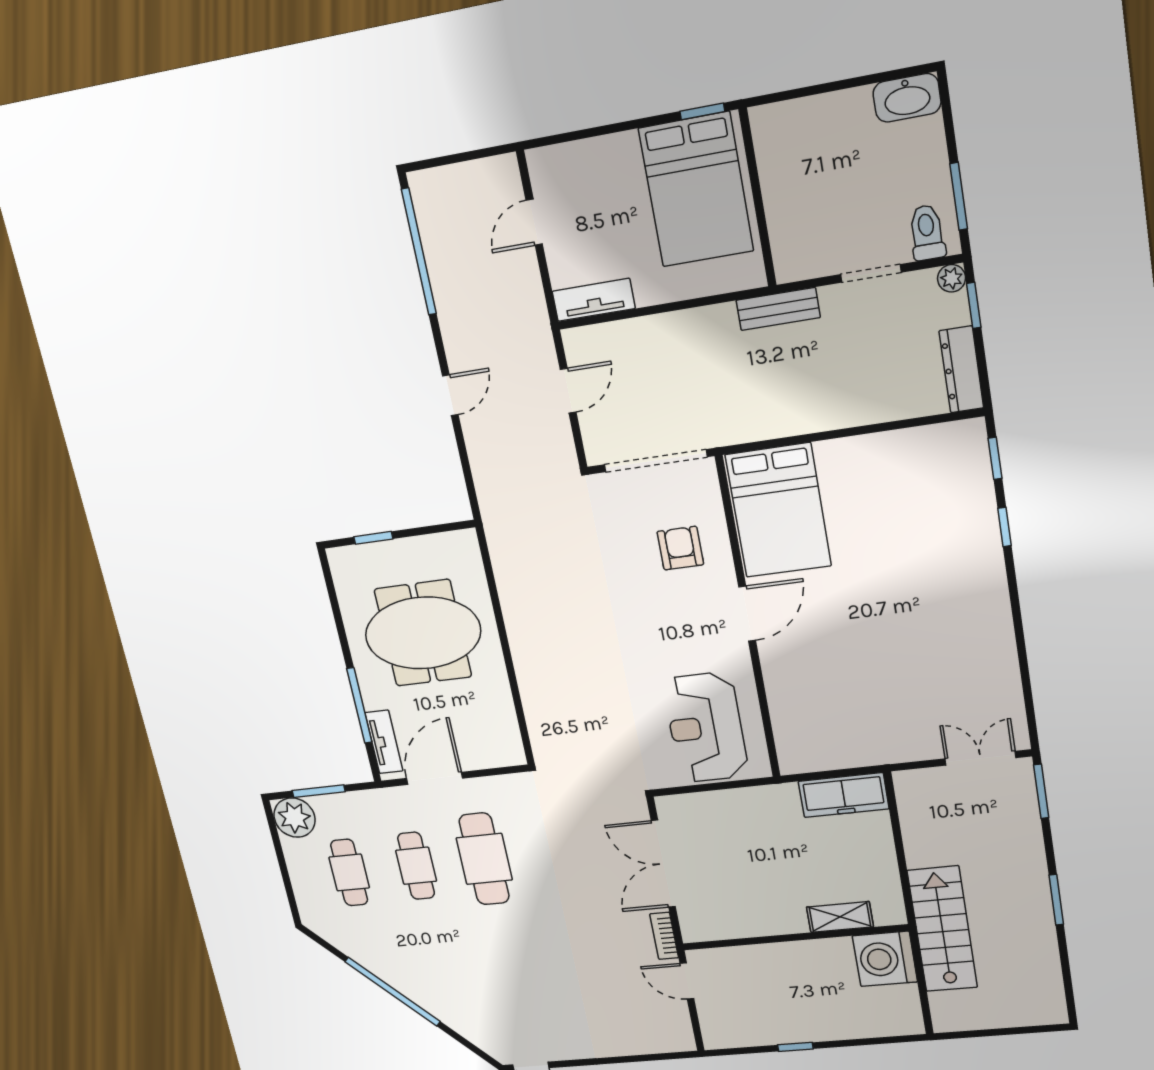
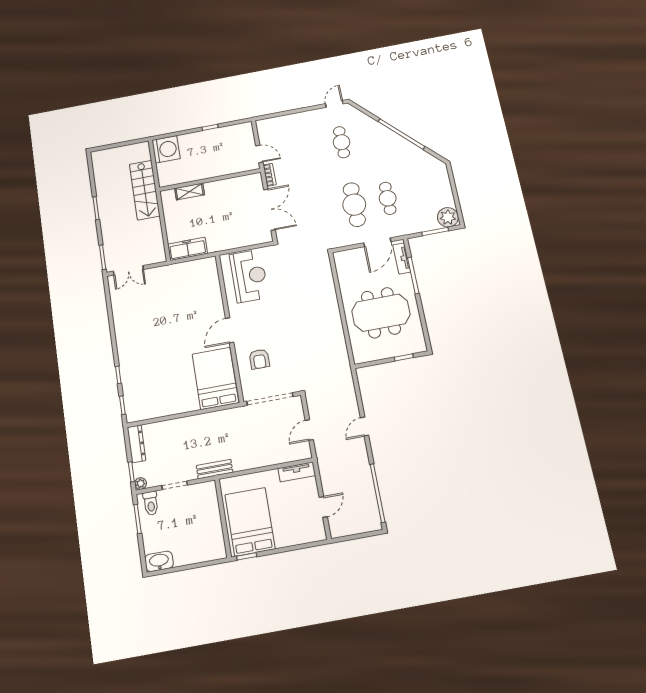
cafe table: (349, 872) -> (342, 142), moved
washing machine: (885, 959) -> (166, 149), moved

